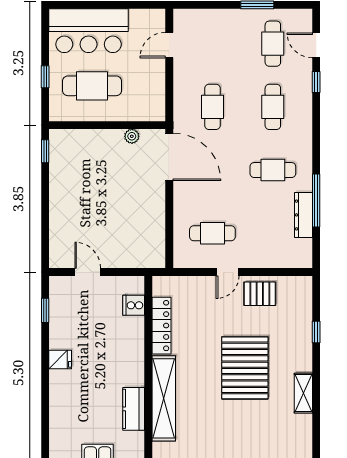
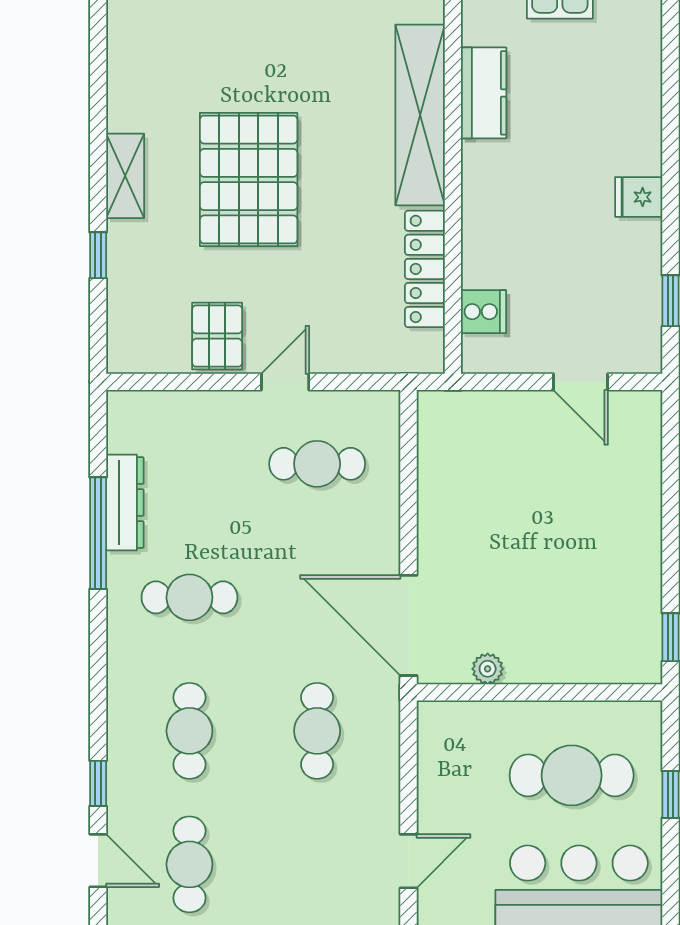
pallet: (260, 294) -> (217, 336), turned 90
shelving: (303, 393) -> (125, 176), moved

